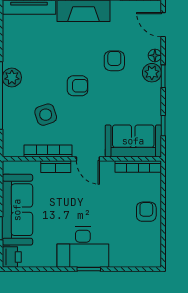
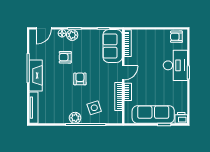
side table: (46, 115) -> (94, 108), moved
armchair: (146, 212) -> (176, 37), moved
desk: (83, 247) -> (175, 65), moved

